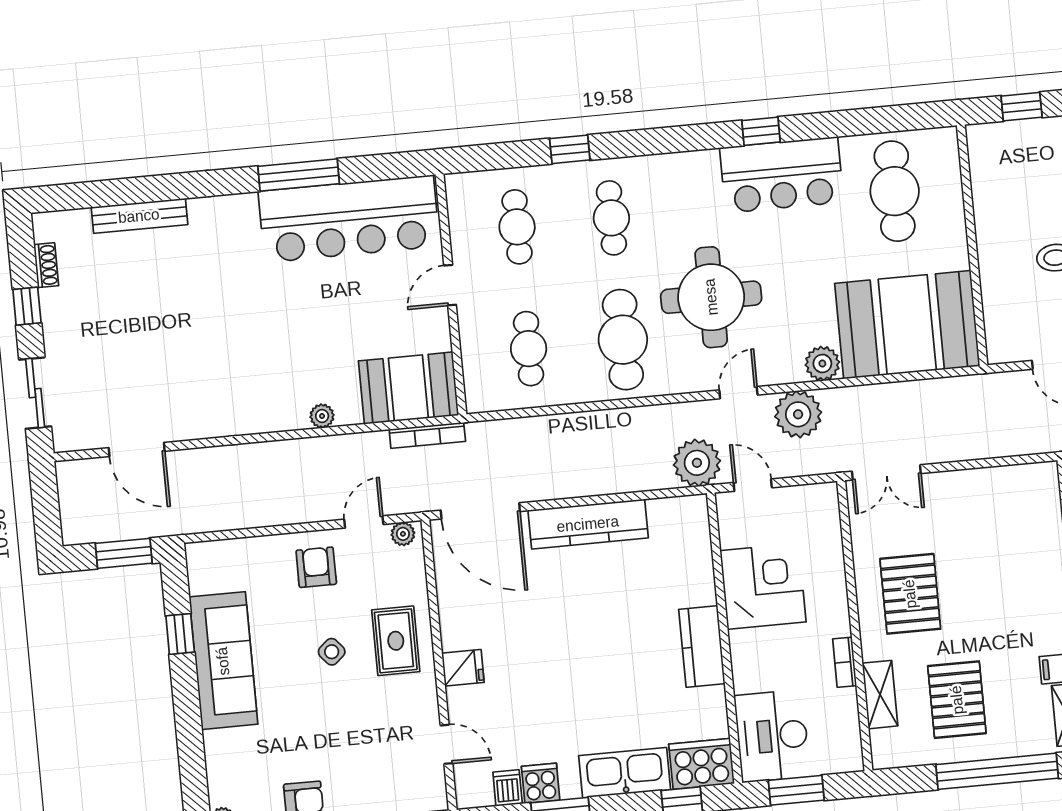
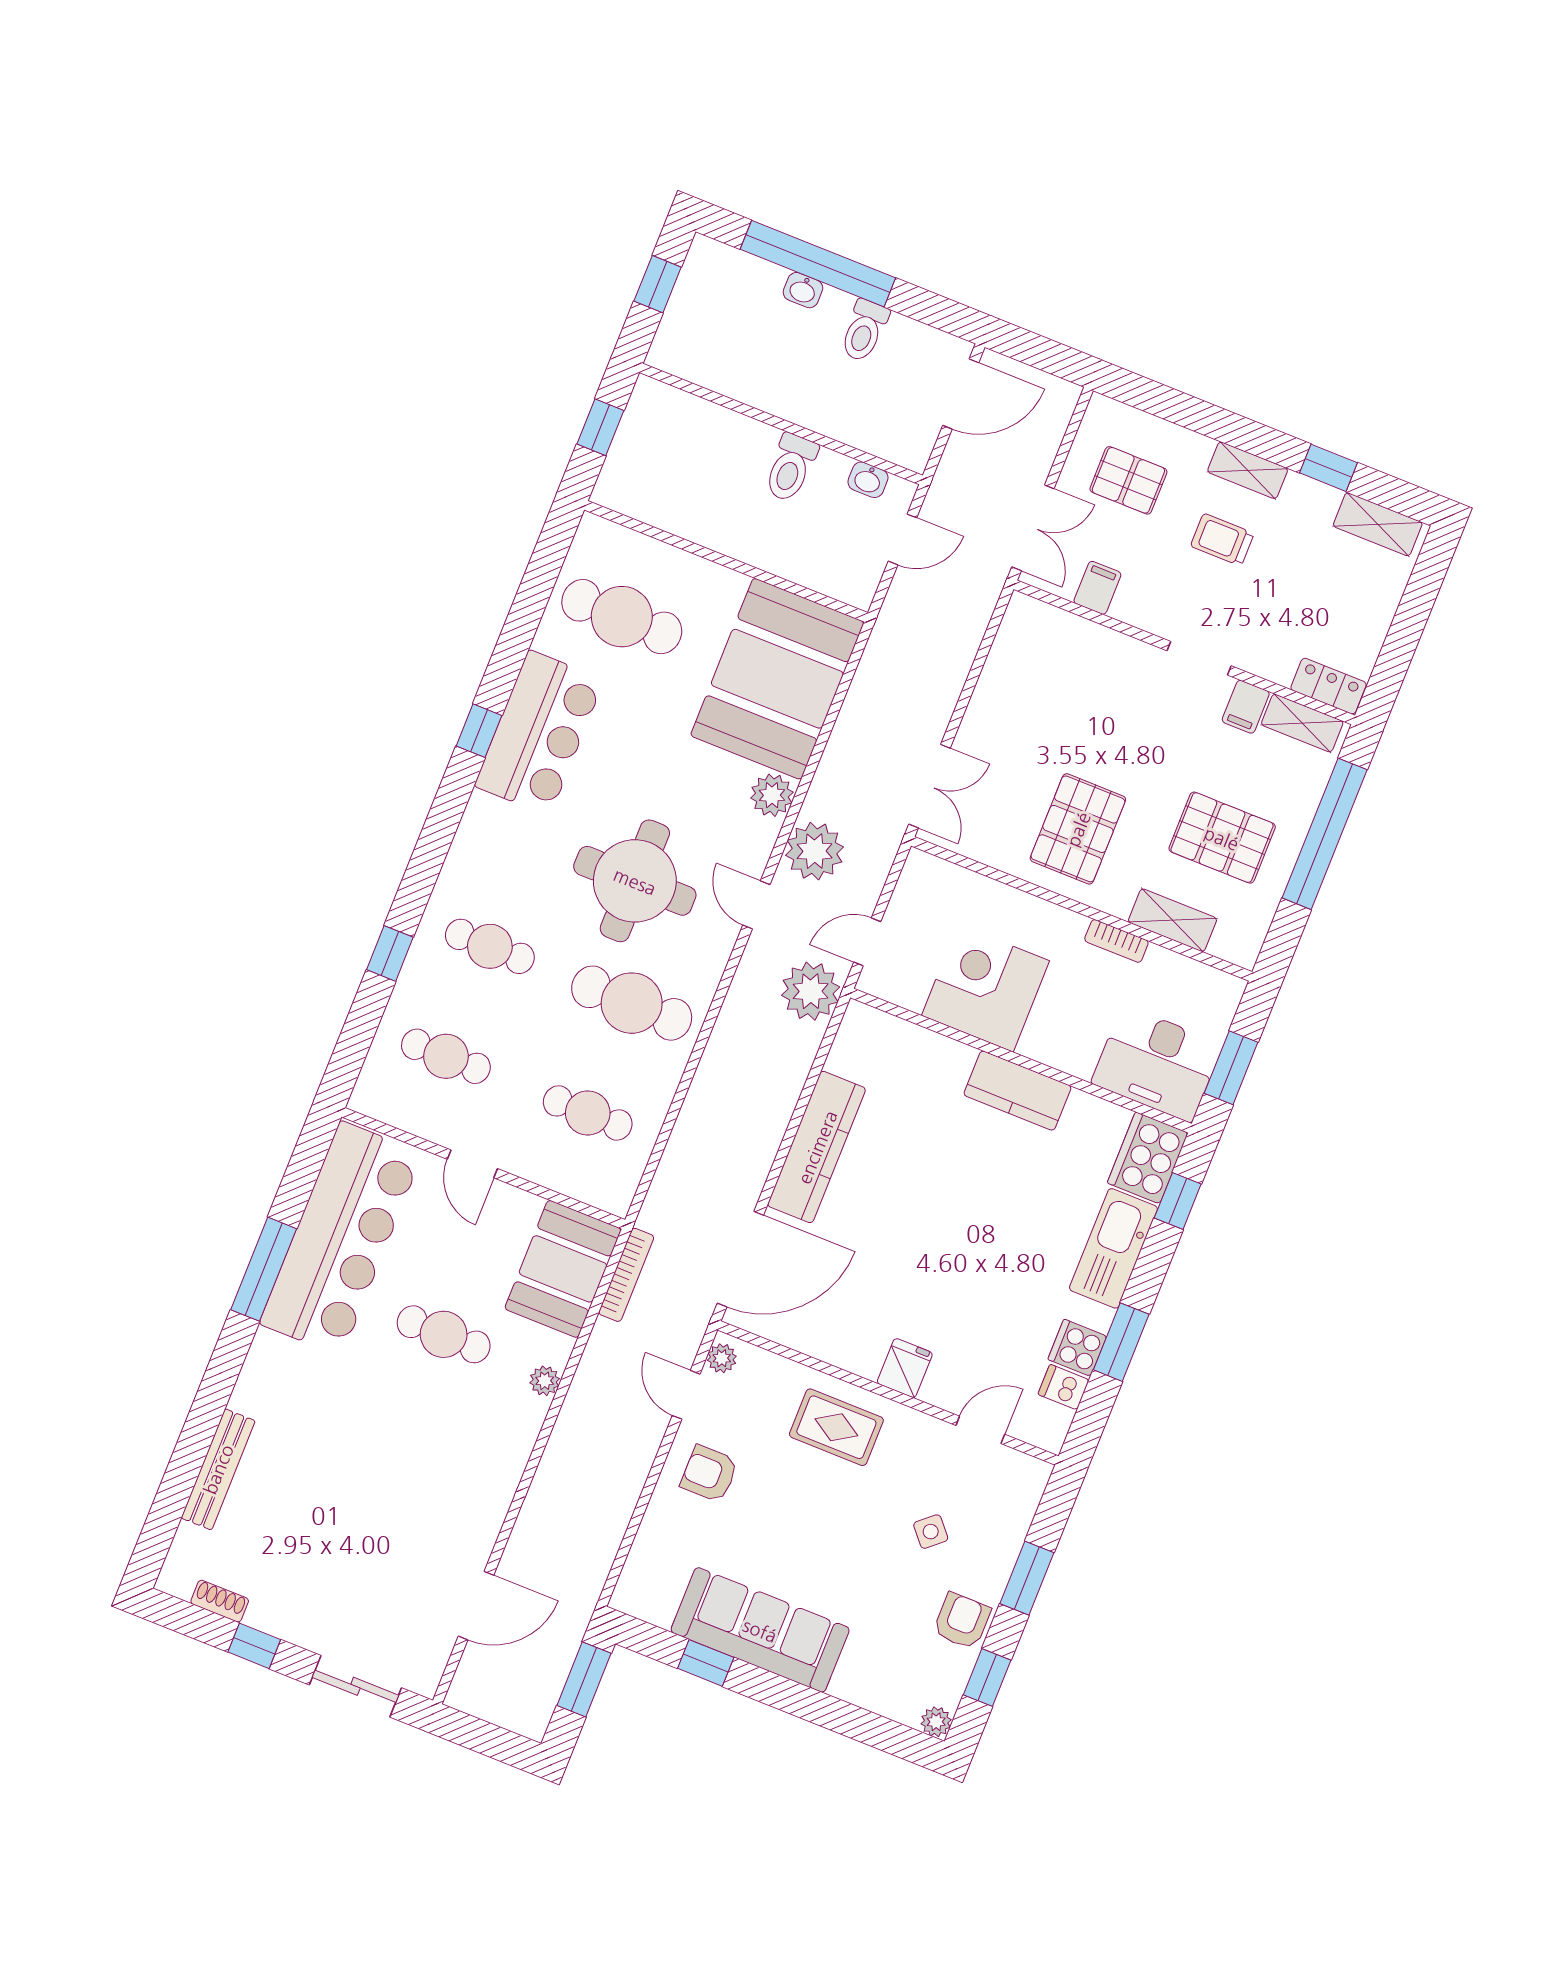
cafe table: (318, 327) -> (444, 1334), added
pallet: (910, 594) -> (1078, 829), turned 90
side table: (332, 652) -> (931, 1532), moved

